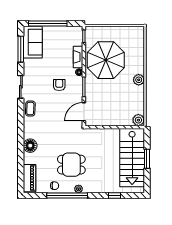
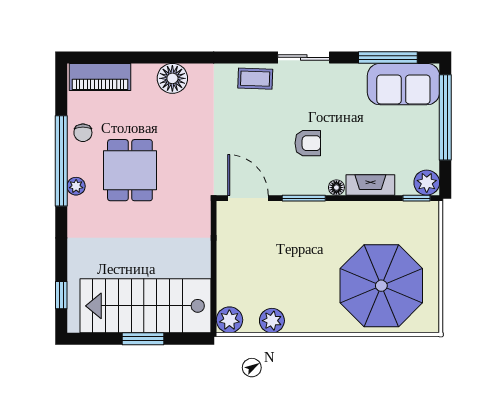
plant: (77, 32) -> (427, 183), added
parasol: (106, 60) -> (381, 286), moved
plant: (139, 80) -> (272, 321), moved
window: (114, 195) -> (61, 295), moved

